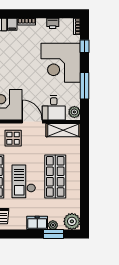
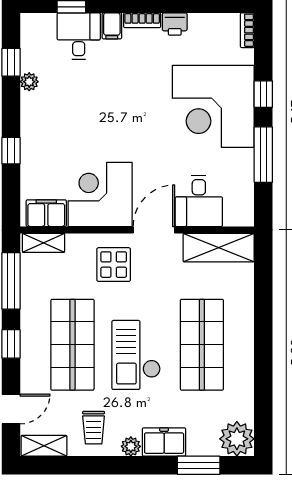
printer: (53, 23) -> (175, 24), moved
window: (85, 46) -> (263, 94), moved
plant: (74, 112) -> (242, 210), removed
door: (32, 122) -> (154, 230), hinge flipped
plant: (53, 225) -> (131, 446), moved

